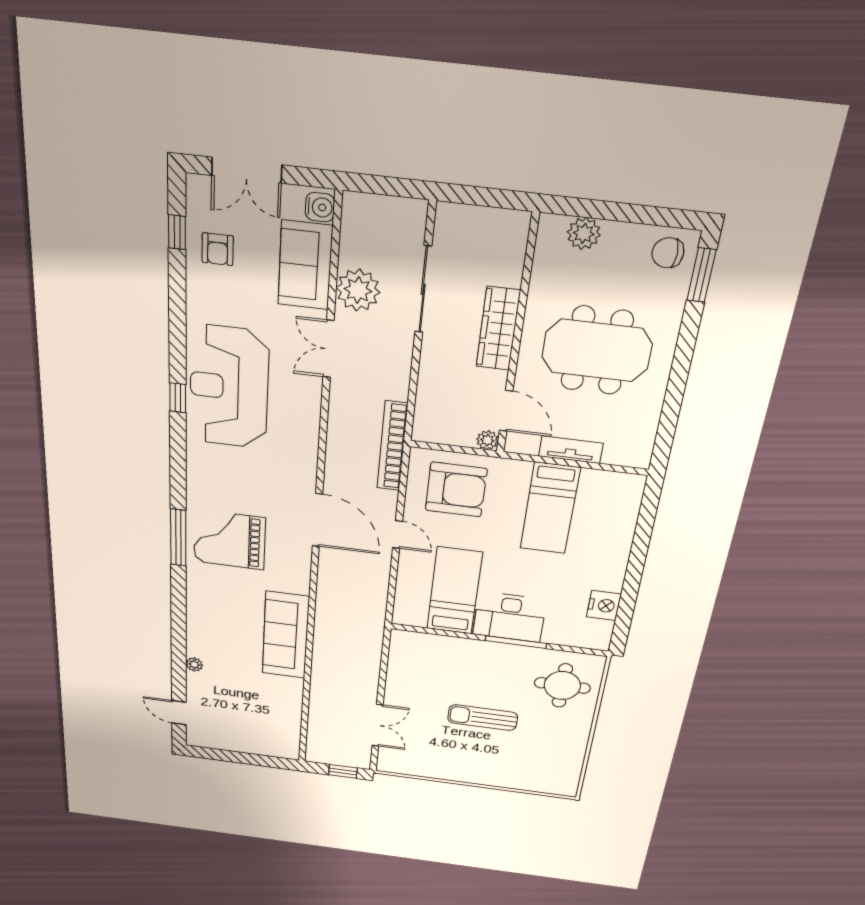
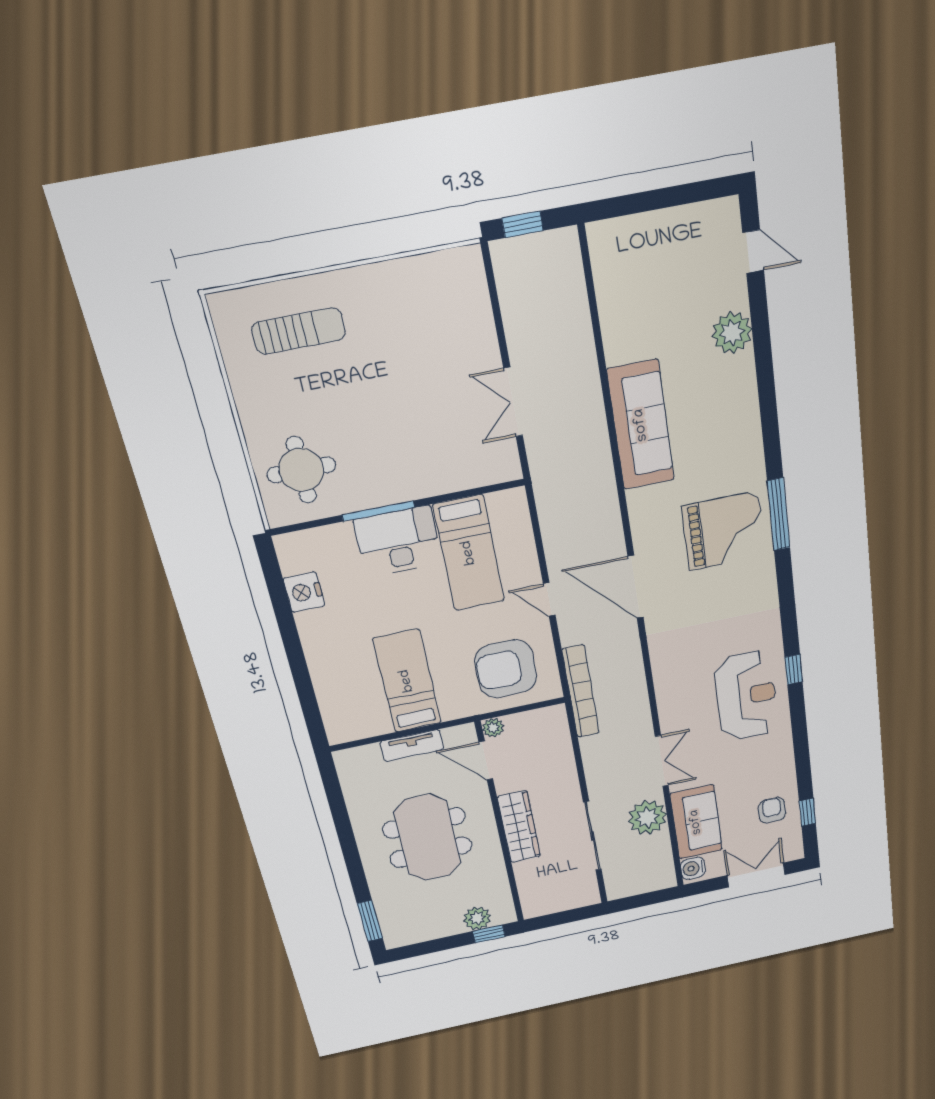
window: (579, 207) -> (489, 934), added
chair: (668, 253) -> (405, 927), removed
meeting table: (597, 350) -> (428, 838), turned 90
reception desk: (229, 387) -> (746, 696), width x0.74, depth x0.77
plant: (194, 664) -> (732, 333), width x1.87, depth x1.87
sun lounger: (483, 718) -> (299, 331), moved
double door: (378, 725) -> (513, 402), moved

